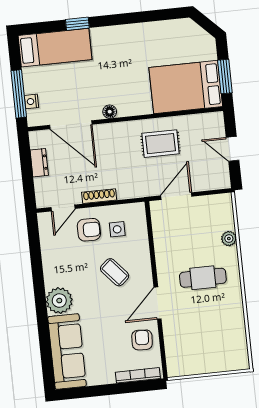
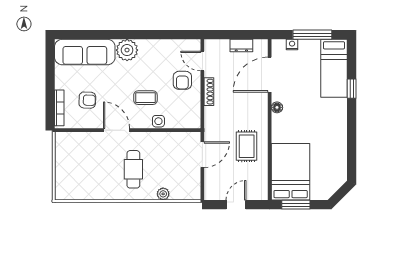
window: (19, 94) -> (312, 35), moved
door: (176, 196) -> (202, 155), hinge flipped
side table: (117, 229) -> (158, 121), moved
coffee table: (115, 272) -> (145, 98), turned 41
armchair: (142, 340) -> (87, 100), moved

